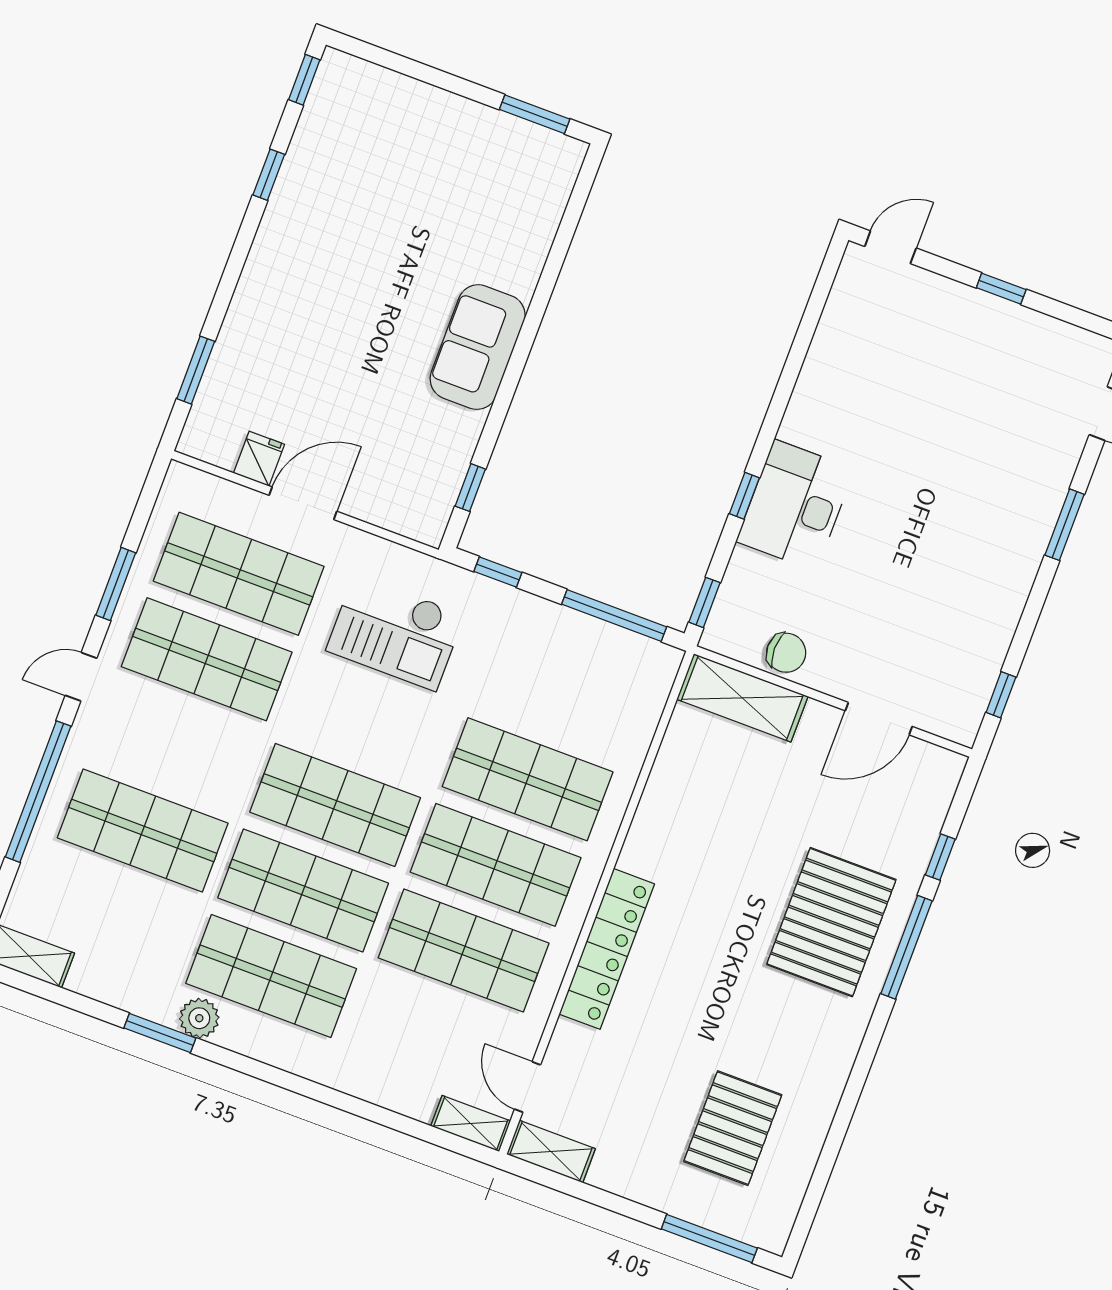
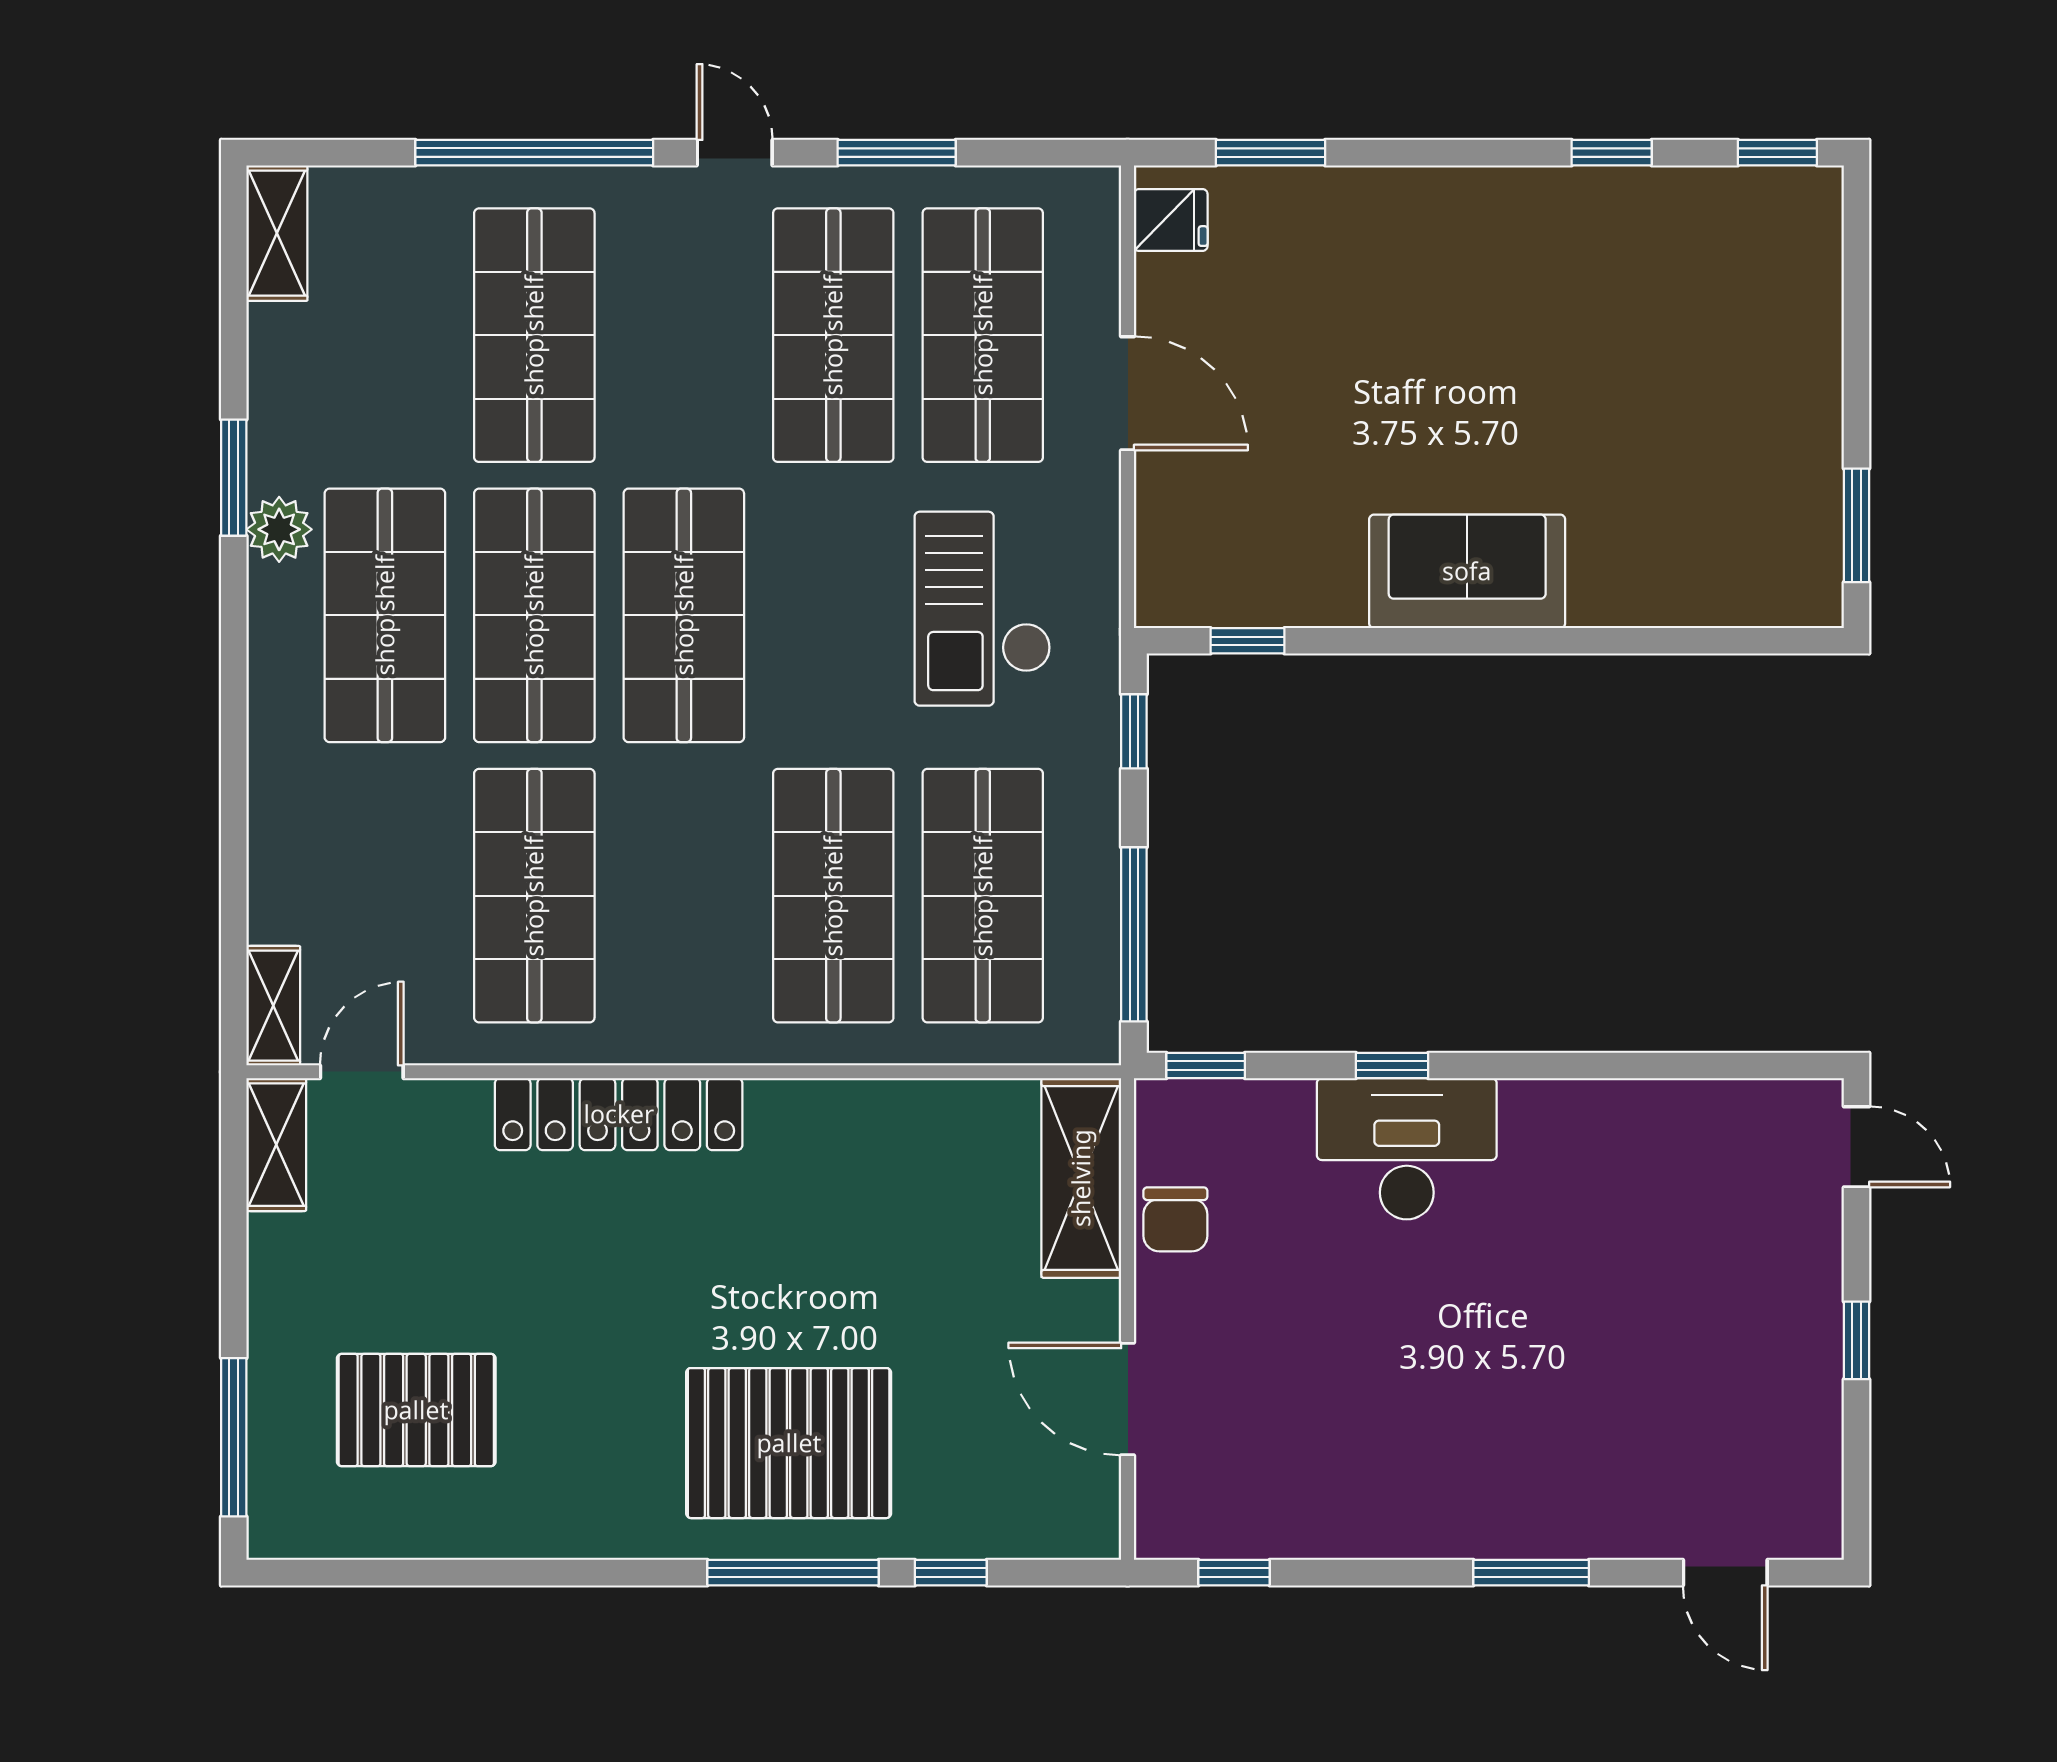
fridge: (259, 459) -> (1171, 220), moved
shop shelf: (496, 865) -> (983, 896), moved

